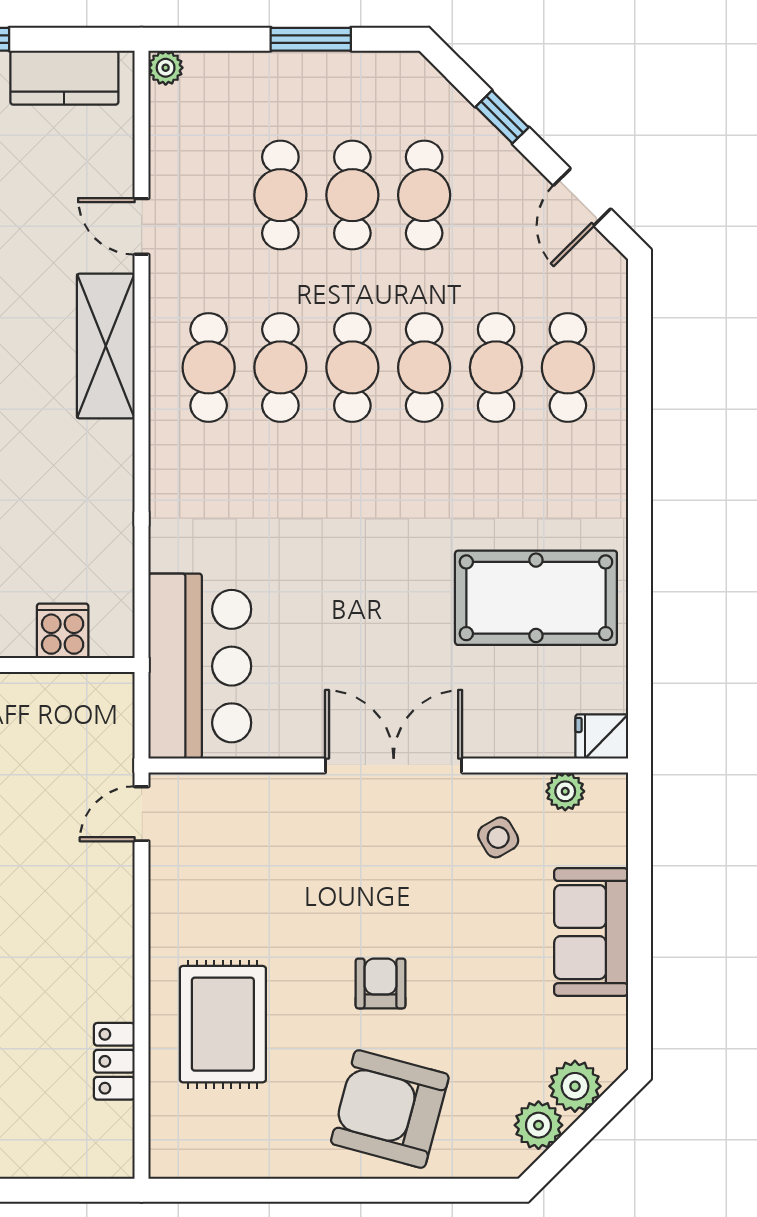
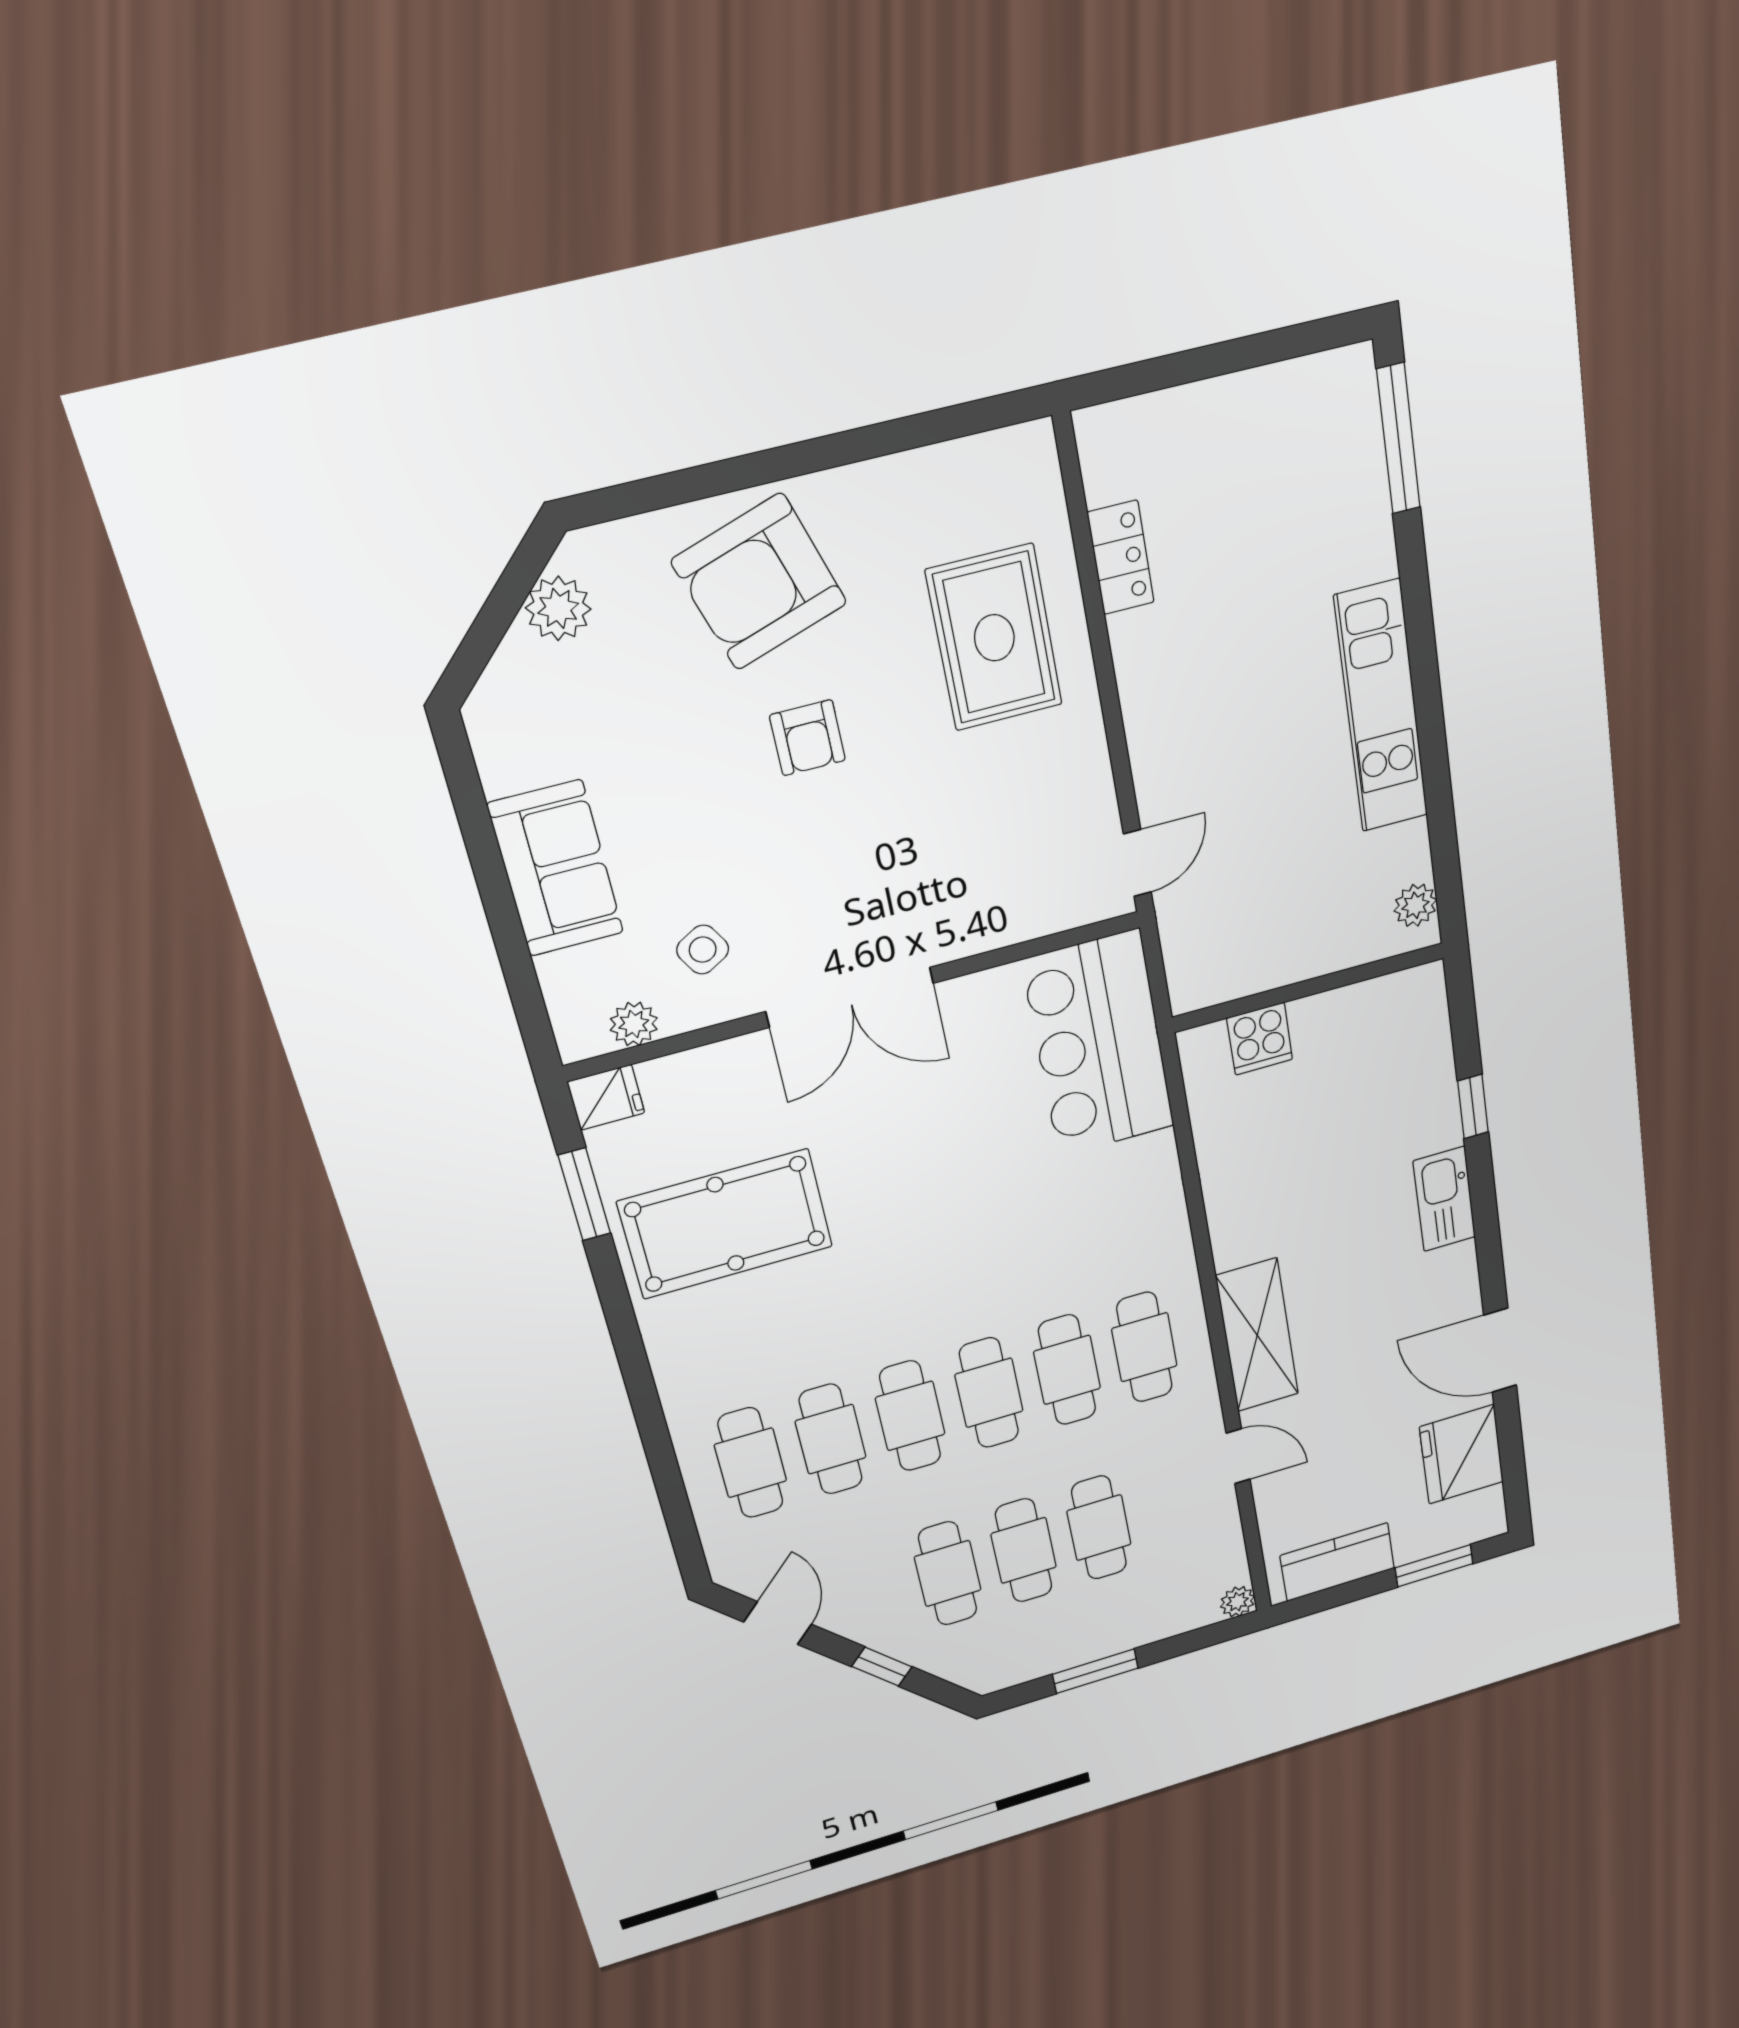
window: (639, 659) -> (584, 1194), added
plant: (575, 1086) -> (523, 671), removed
armchair: (390, 1109) -> (759, 582), turned 147

